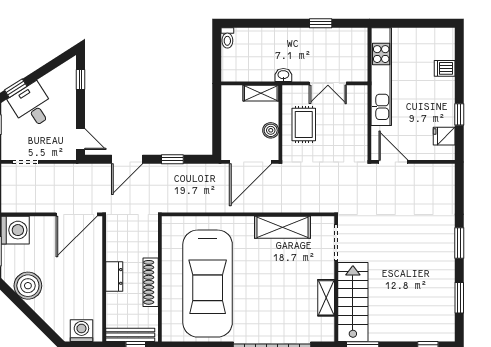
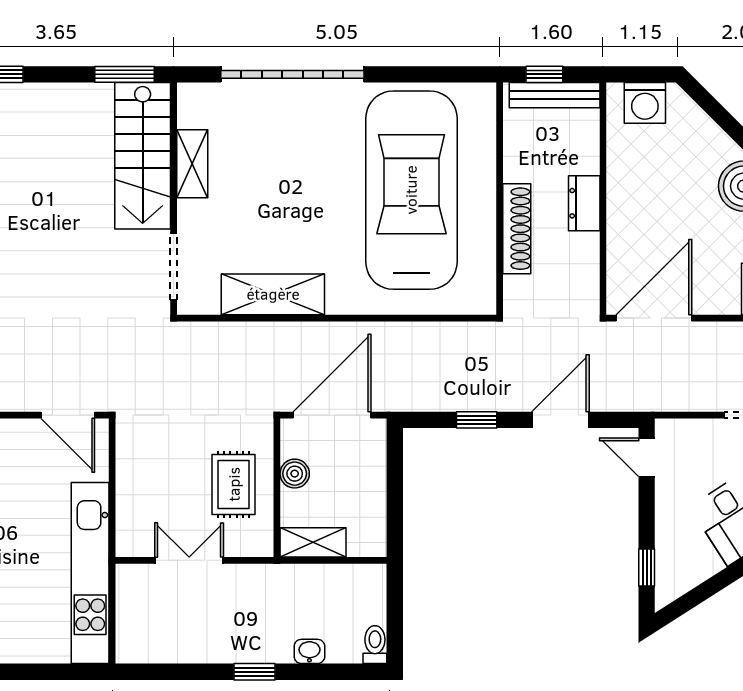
window: (321, 23) -> (255, 672), moved
washbasin: (283, 75) -> (309, 651), moved, turned 180
shoe rack: (151, 282) -> (517, 229), moved

